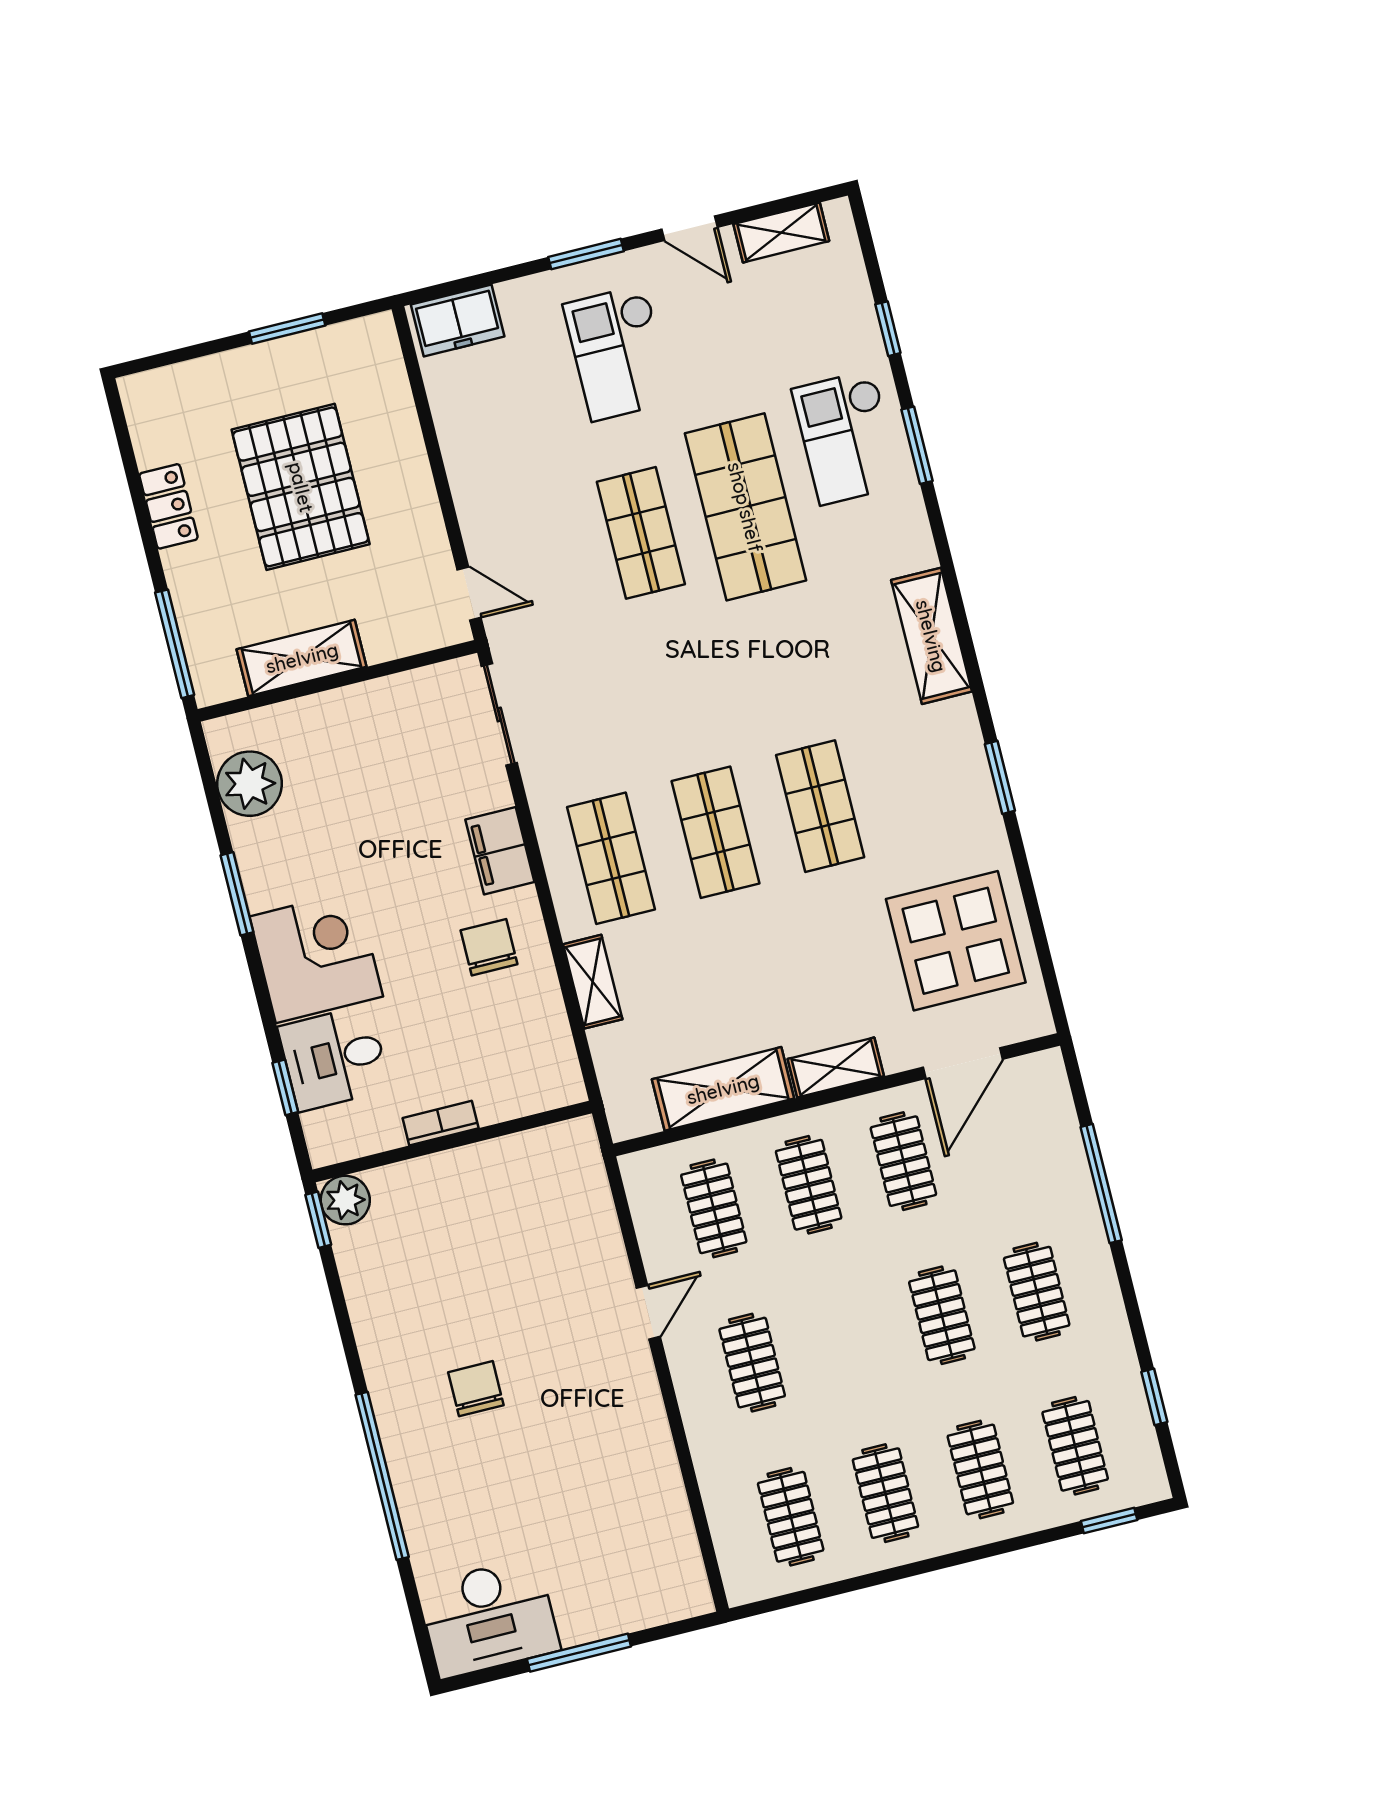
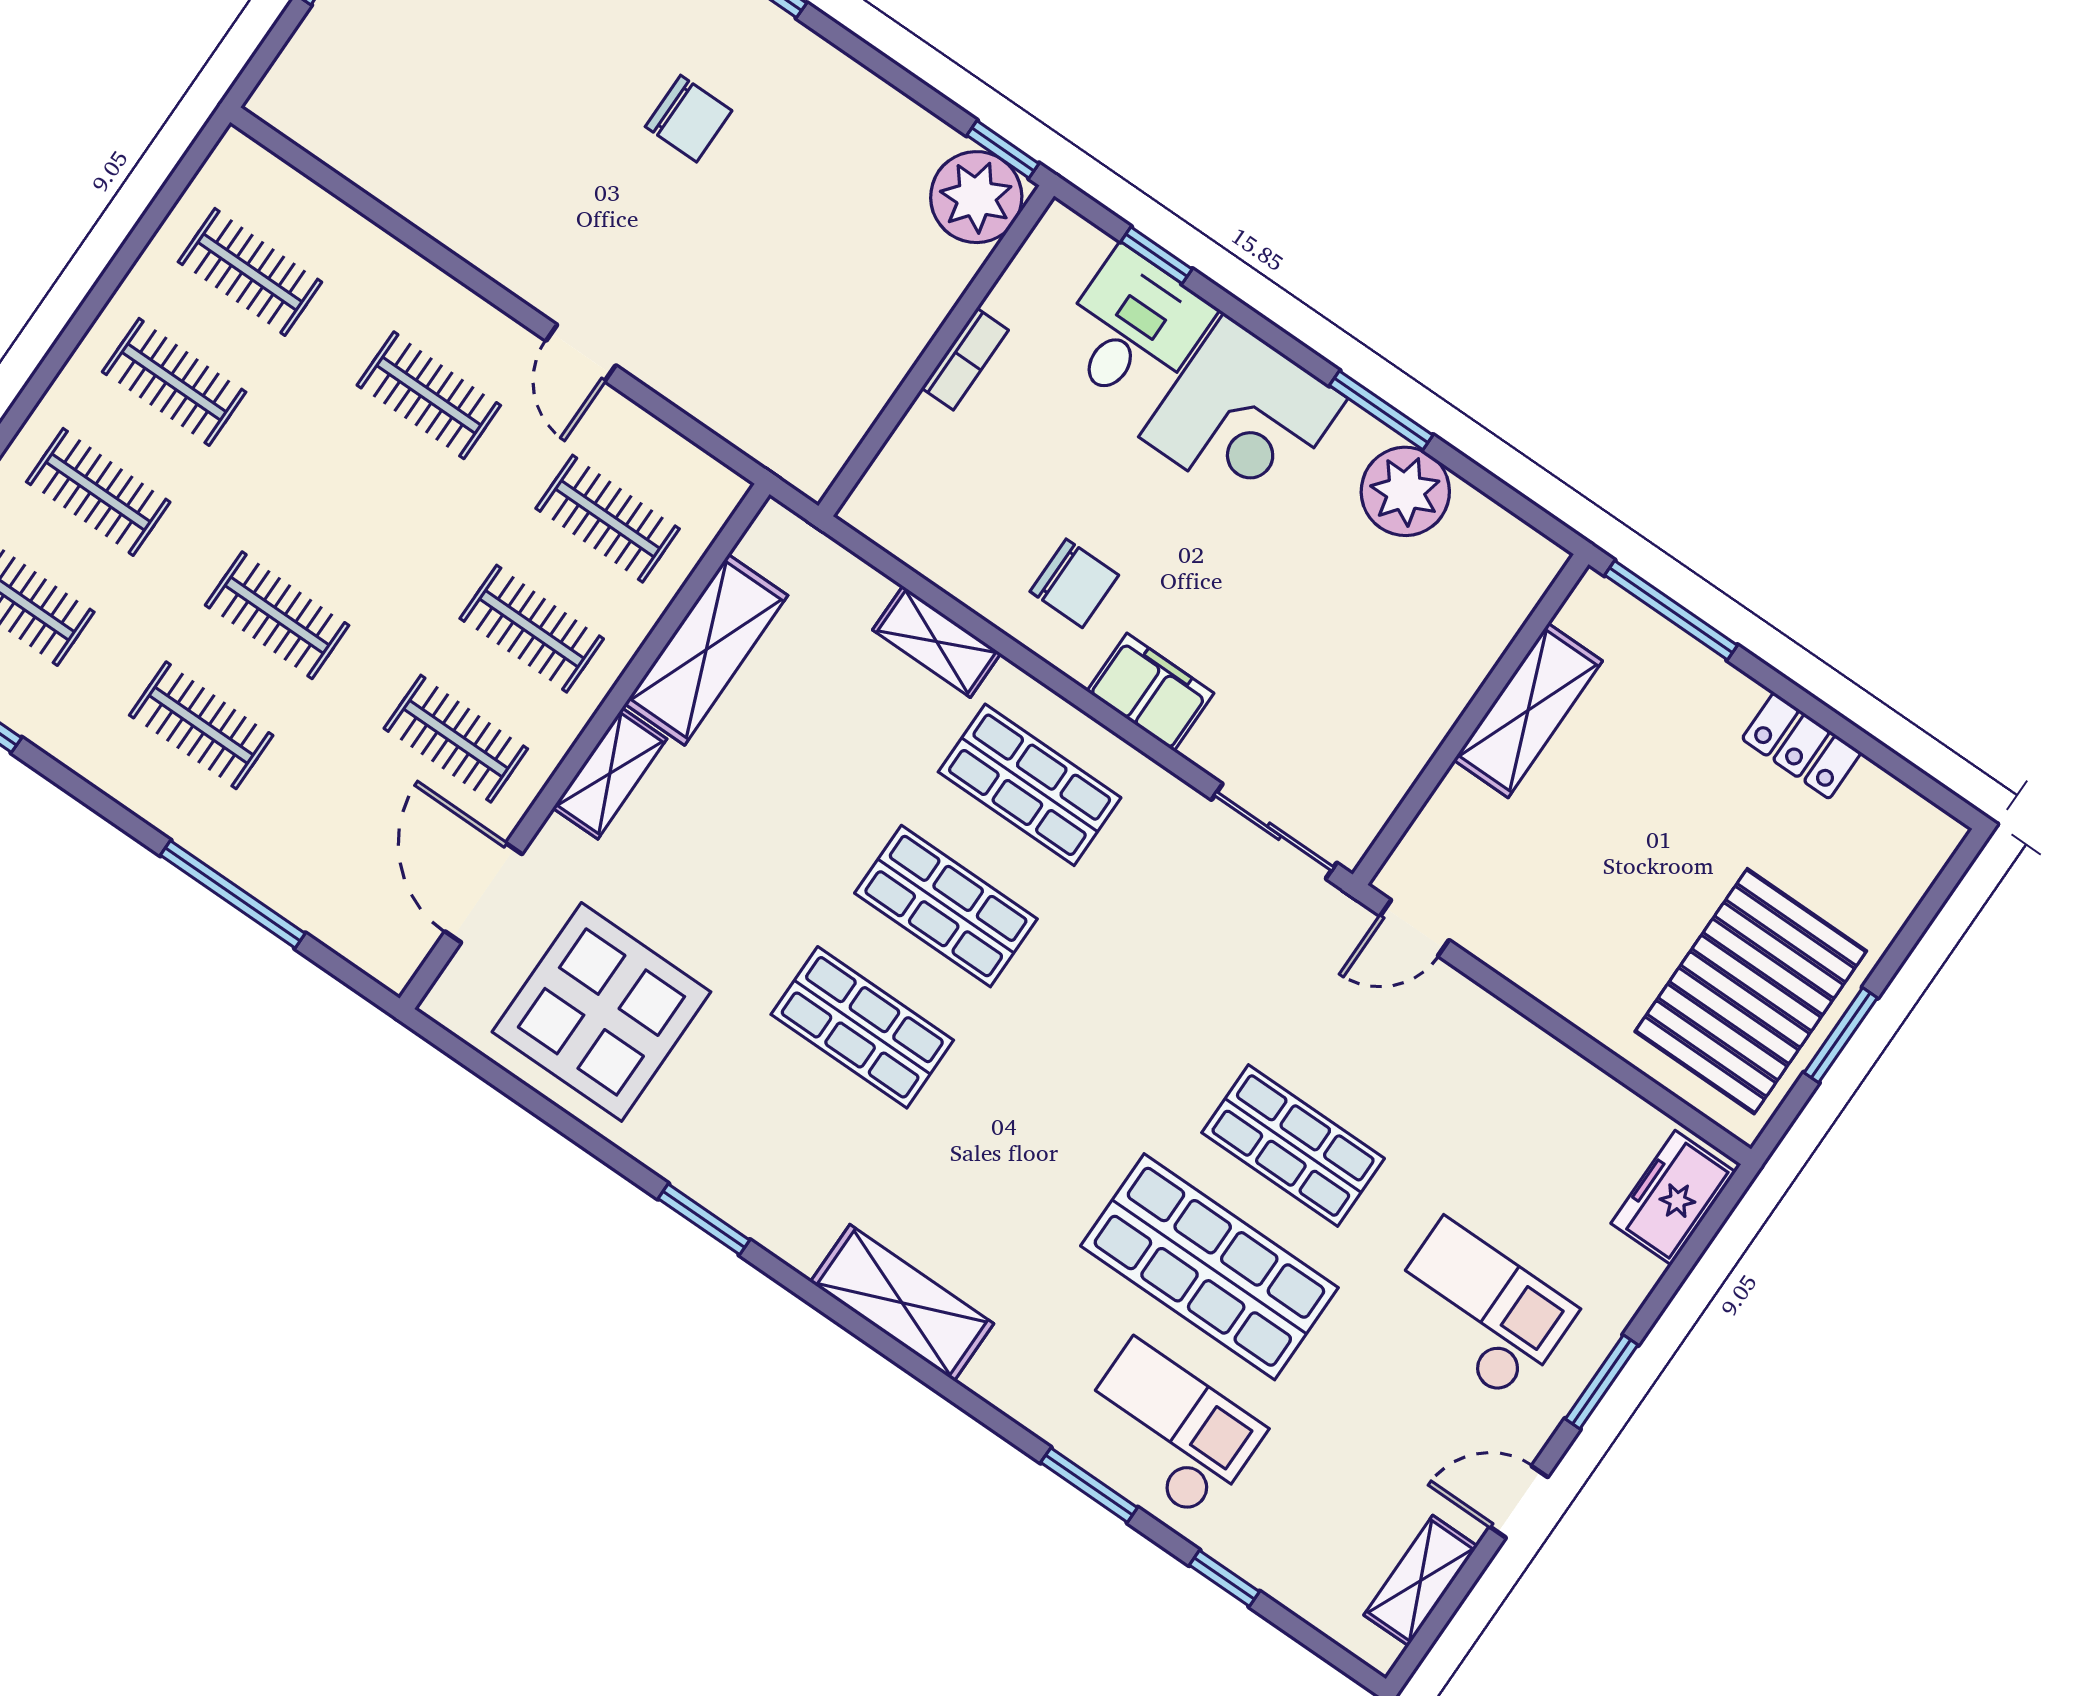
pallet: (301, 487) -> (1751, 991), moved, turned 90
plant: (249, 784) -> (1405, 491), moved
plant: (345, 1200) -> (976, 197), width x1.36, depth x1.36

